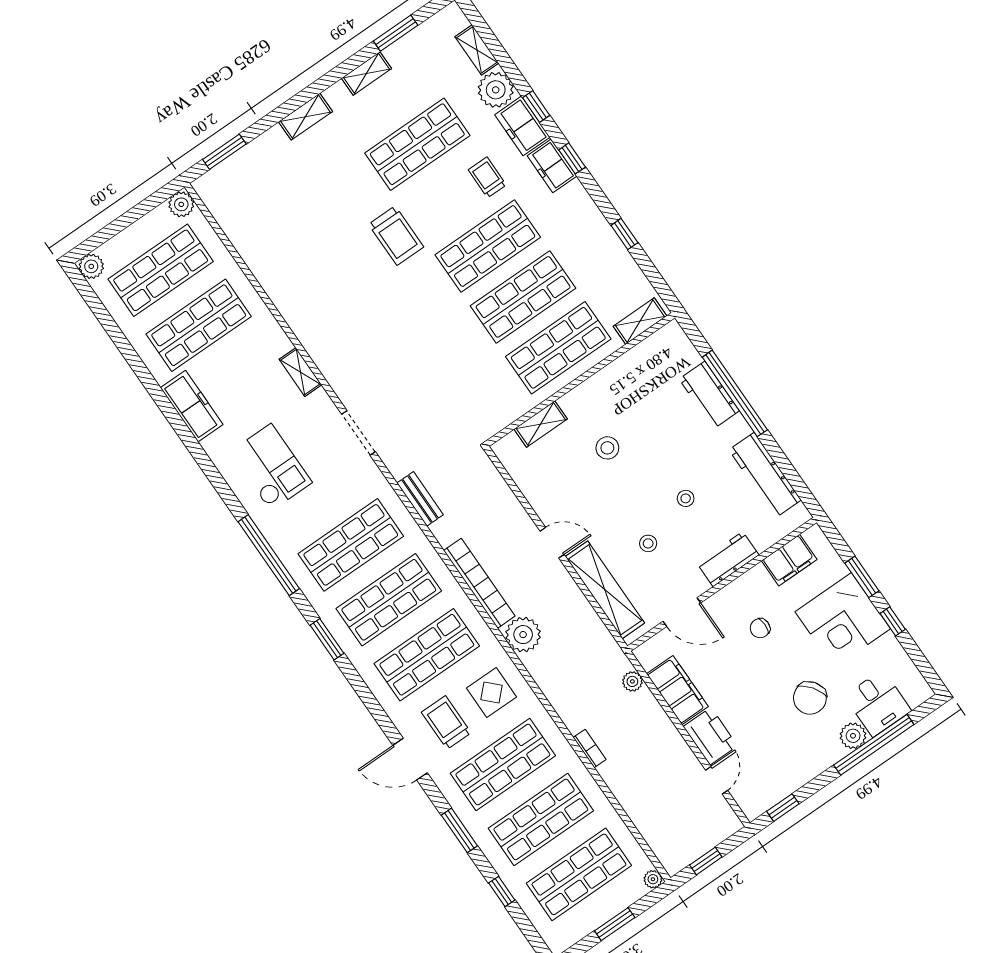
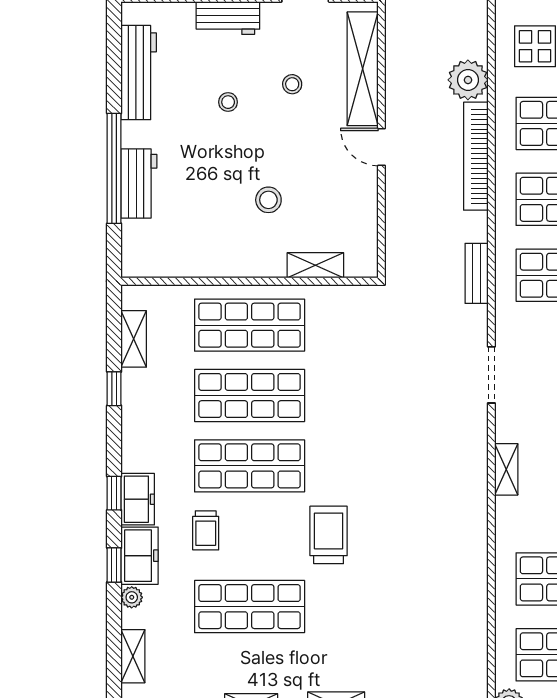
plant: (496, 90) -> (132, 597), width x0.53, depth x0.53
shelving: (640, 321) -> (134, 339), moved, turned 90

